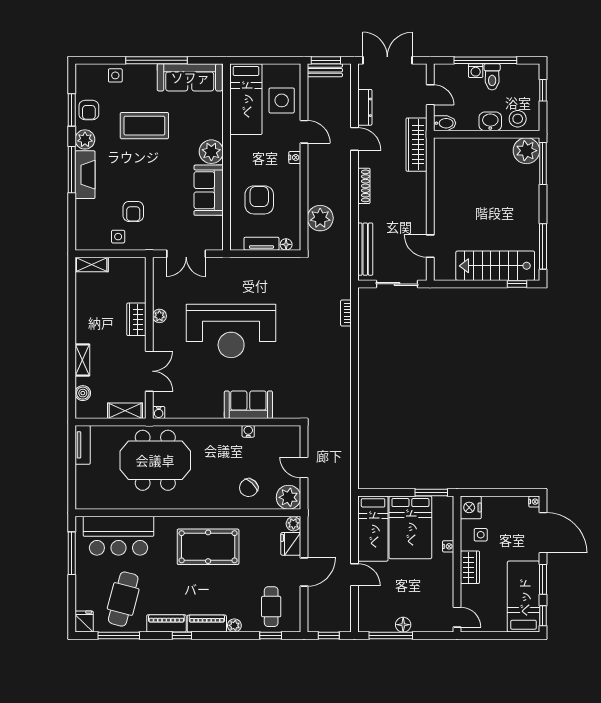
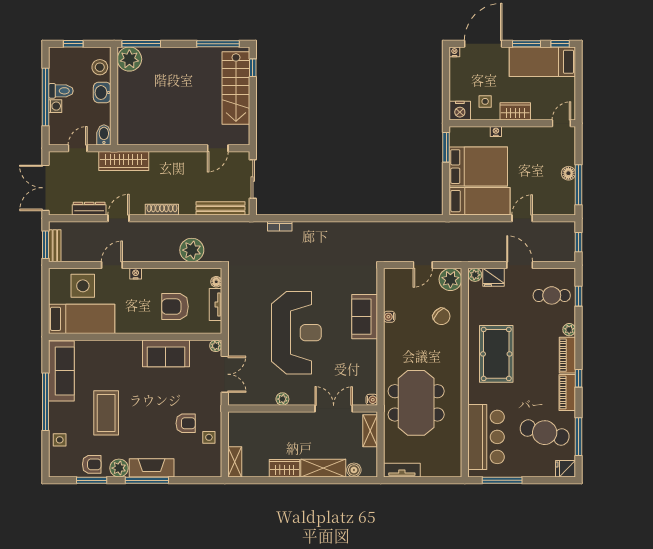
plant: (211, 152) -> (216, 346), moved, width x0.53, depth x0.53
wardrobe: (136, 319) -> (284, 468), moved, turned 180
shelving: (82, 360) -> (323, 468), width x1.50, depth x1.33

